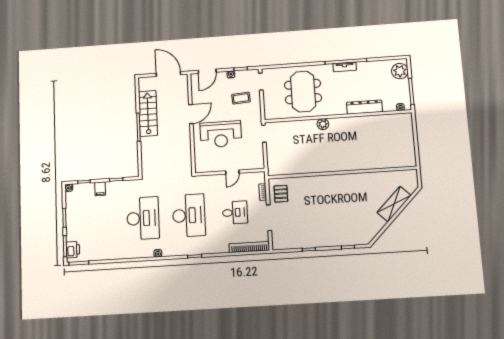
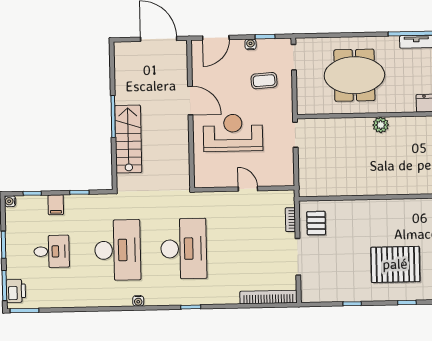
meeting table: (303, 91) -> (354, 75), turned 90
stairs: (148, 113) -> (128, 139), moved
door: (191, 114) -> (190, 101), hinge flipped
reception desk: (221, 134) -> (233, 133), turned 180
door: (232, 172) -> (248, 189), swing flipped
desk: (235, 213) -> (52, 251), moved
pallet: (338, 220) -> (395, 264), added

